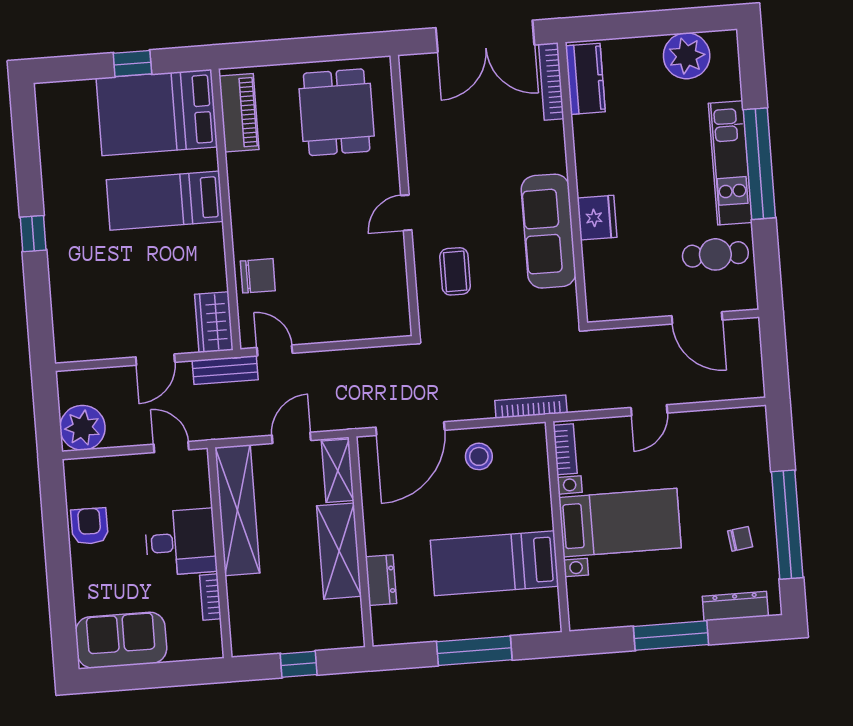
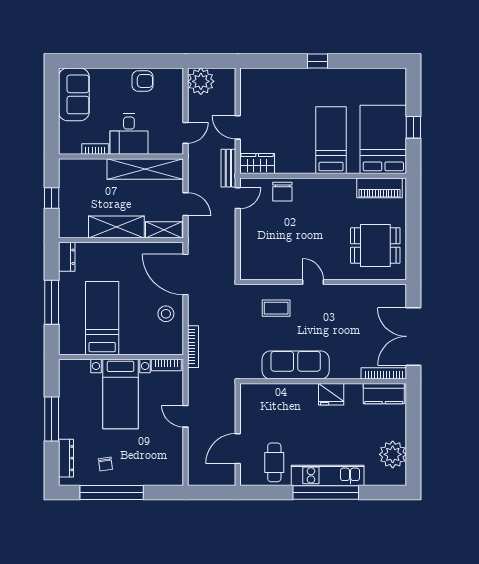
fridge: (597, 218) -> (331, 394), moved
dresser: (381, 580) -> (67, 257), moved, turned -90

